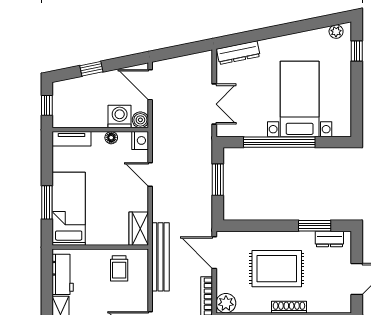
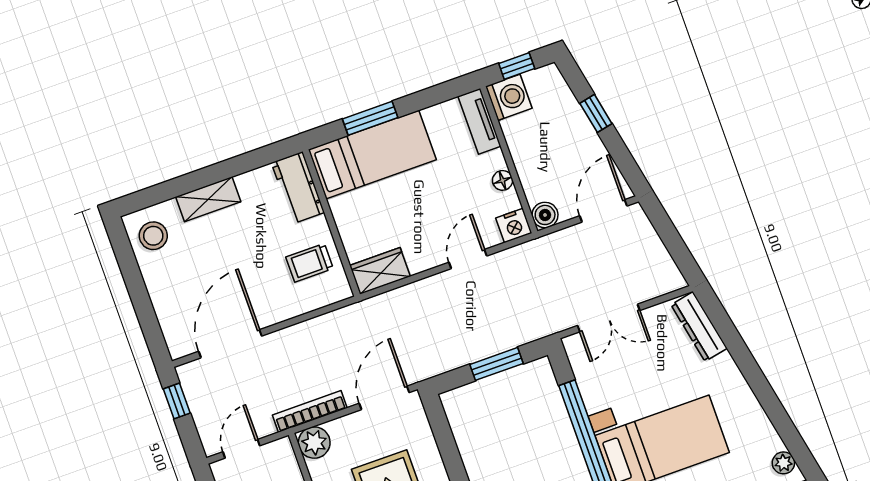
washing machine: (120, 117) -> (509, 97), moved
bench: (160, 257) -> (349, 319), removed
workbench: (63, 274) -> (298, 188), moved, turned 90

